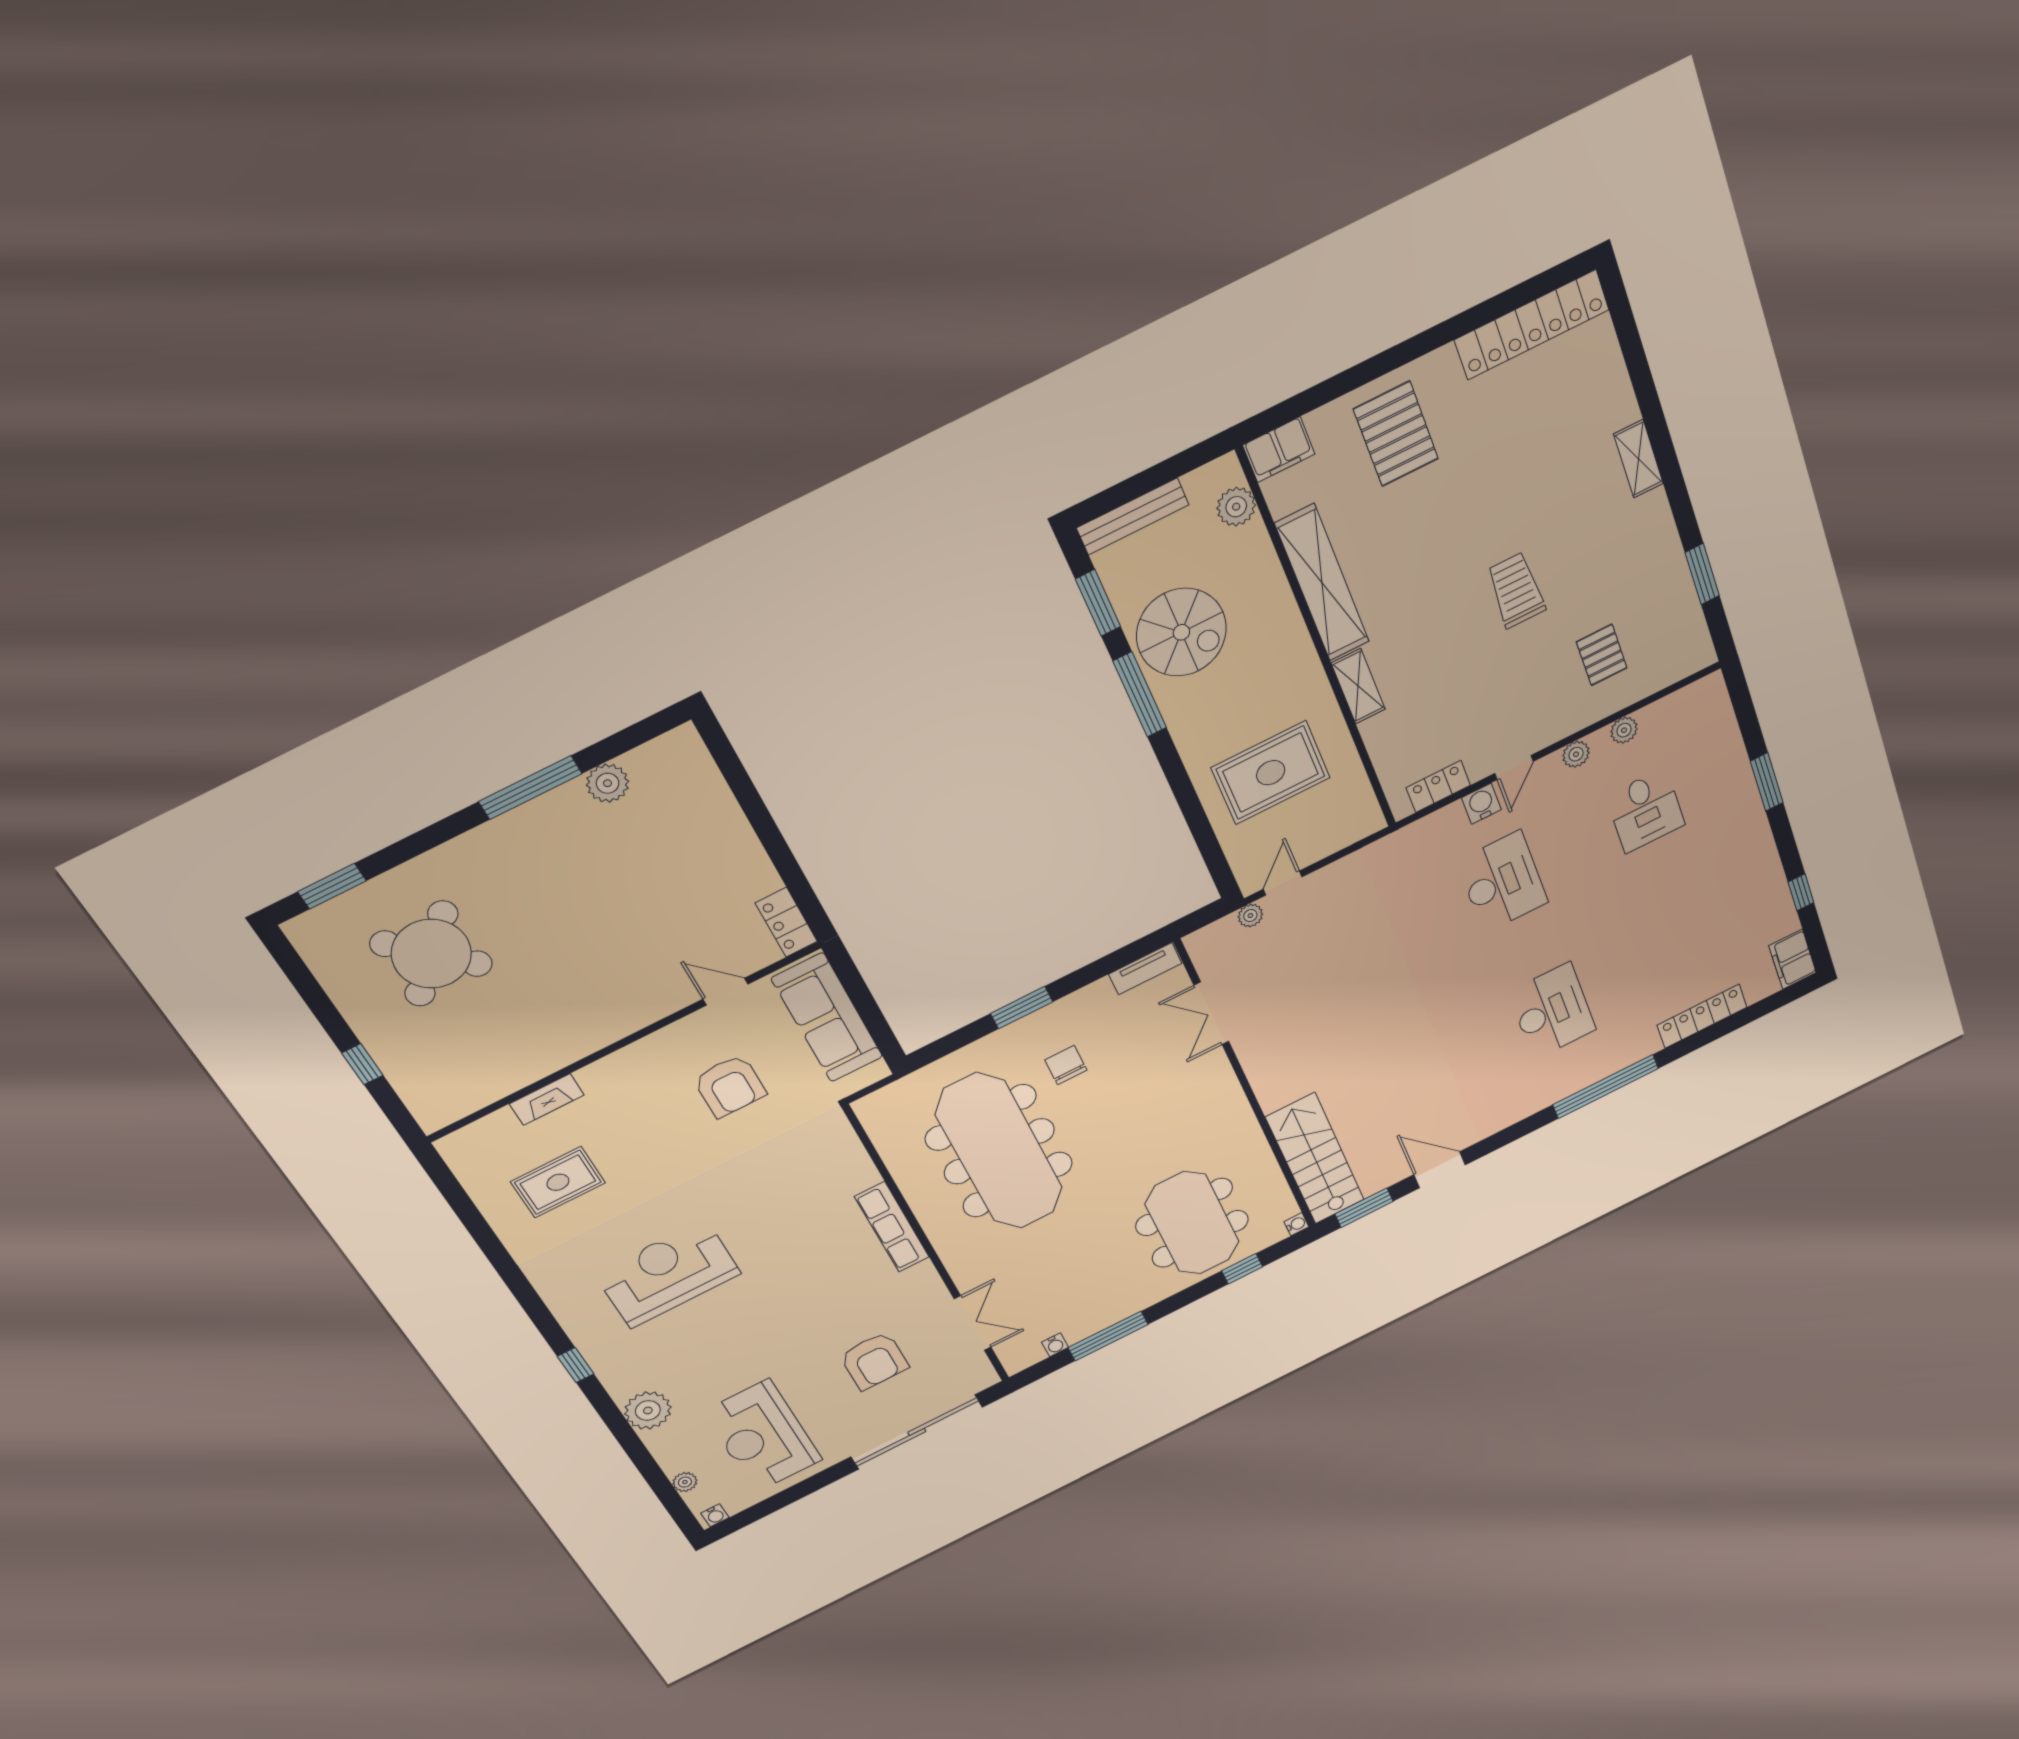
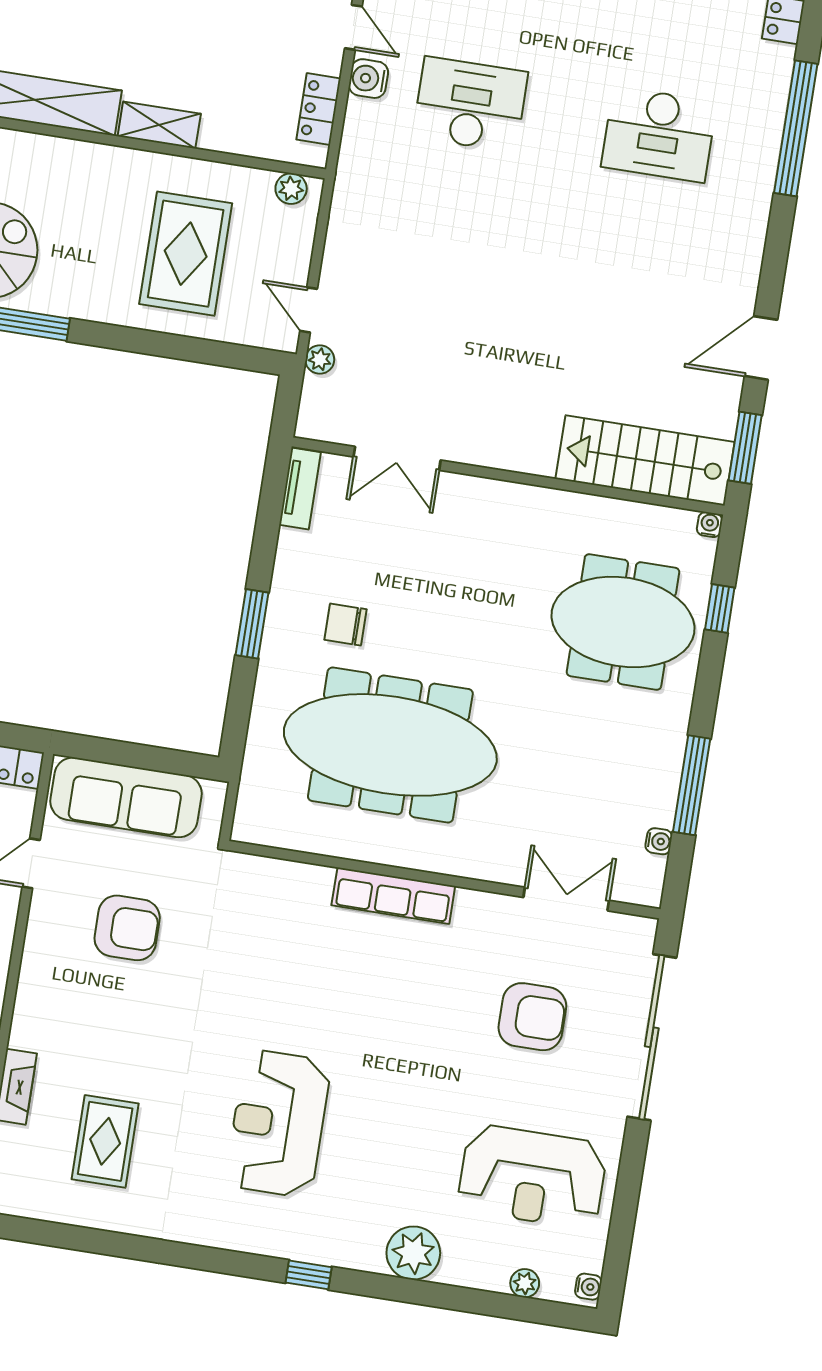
plant: (1366, 809) -> (291, 189), added
desk: (1552, 1011) -> (659, 134), turned 180

